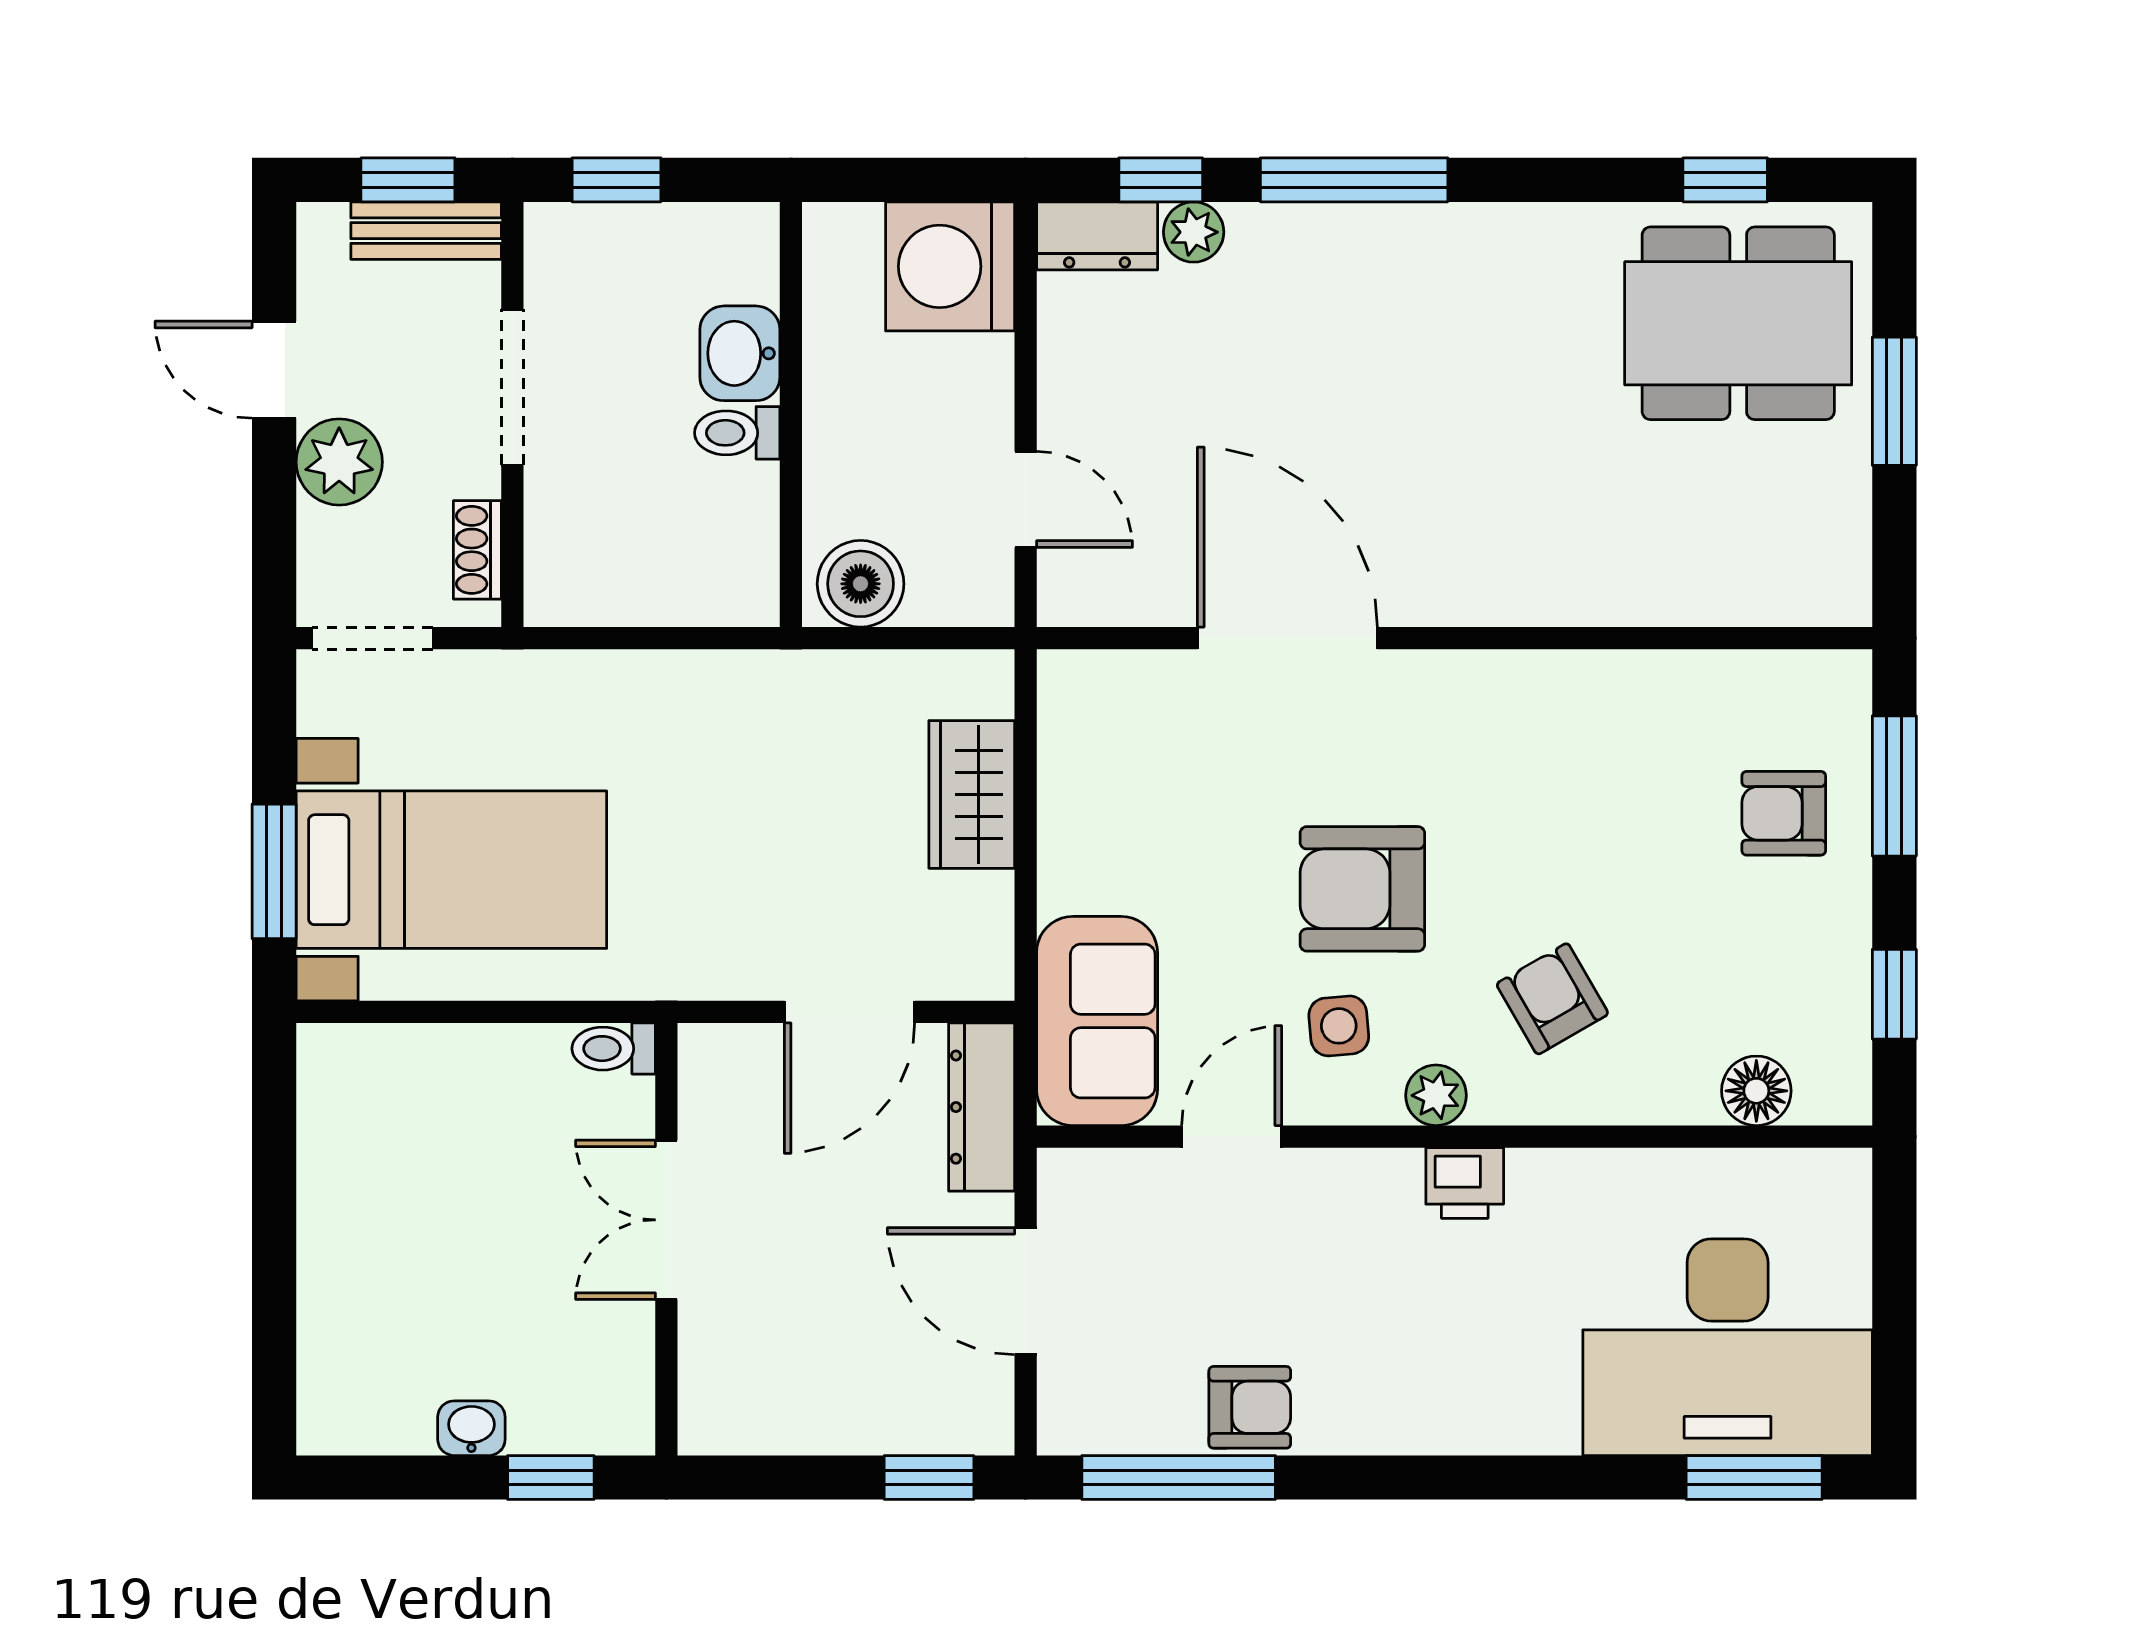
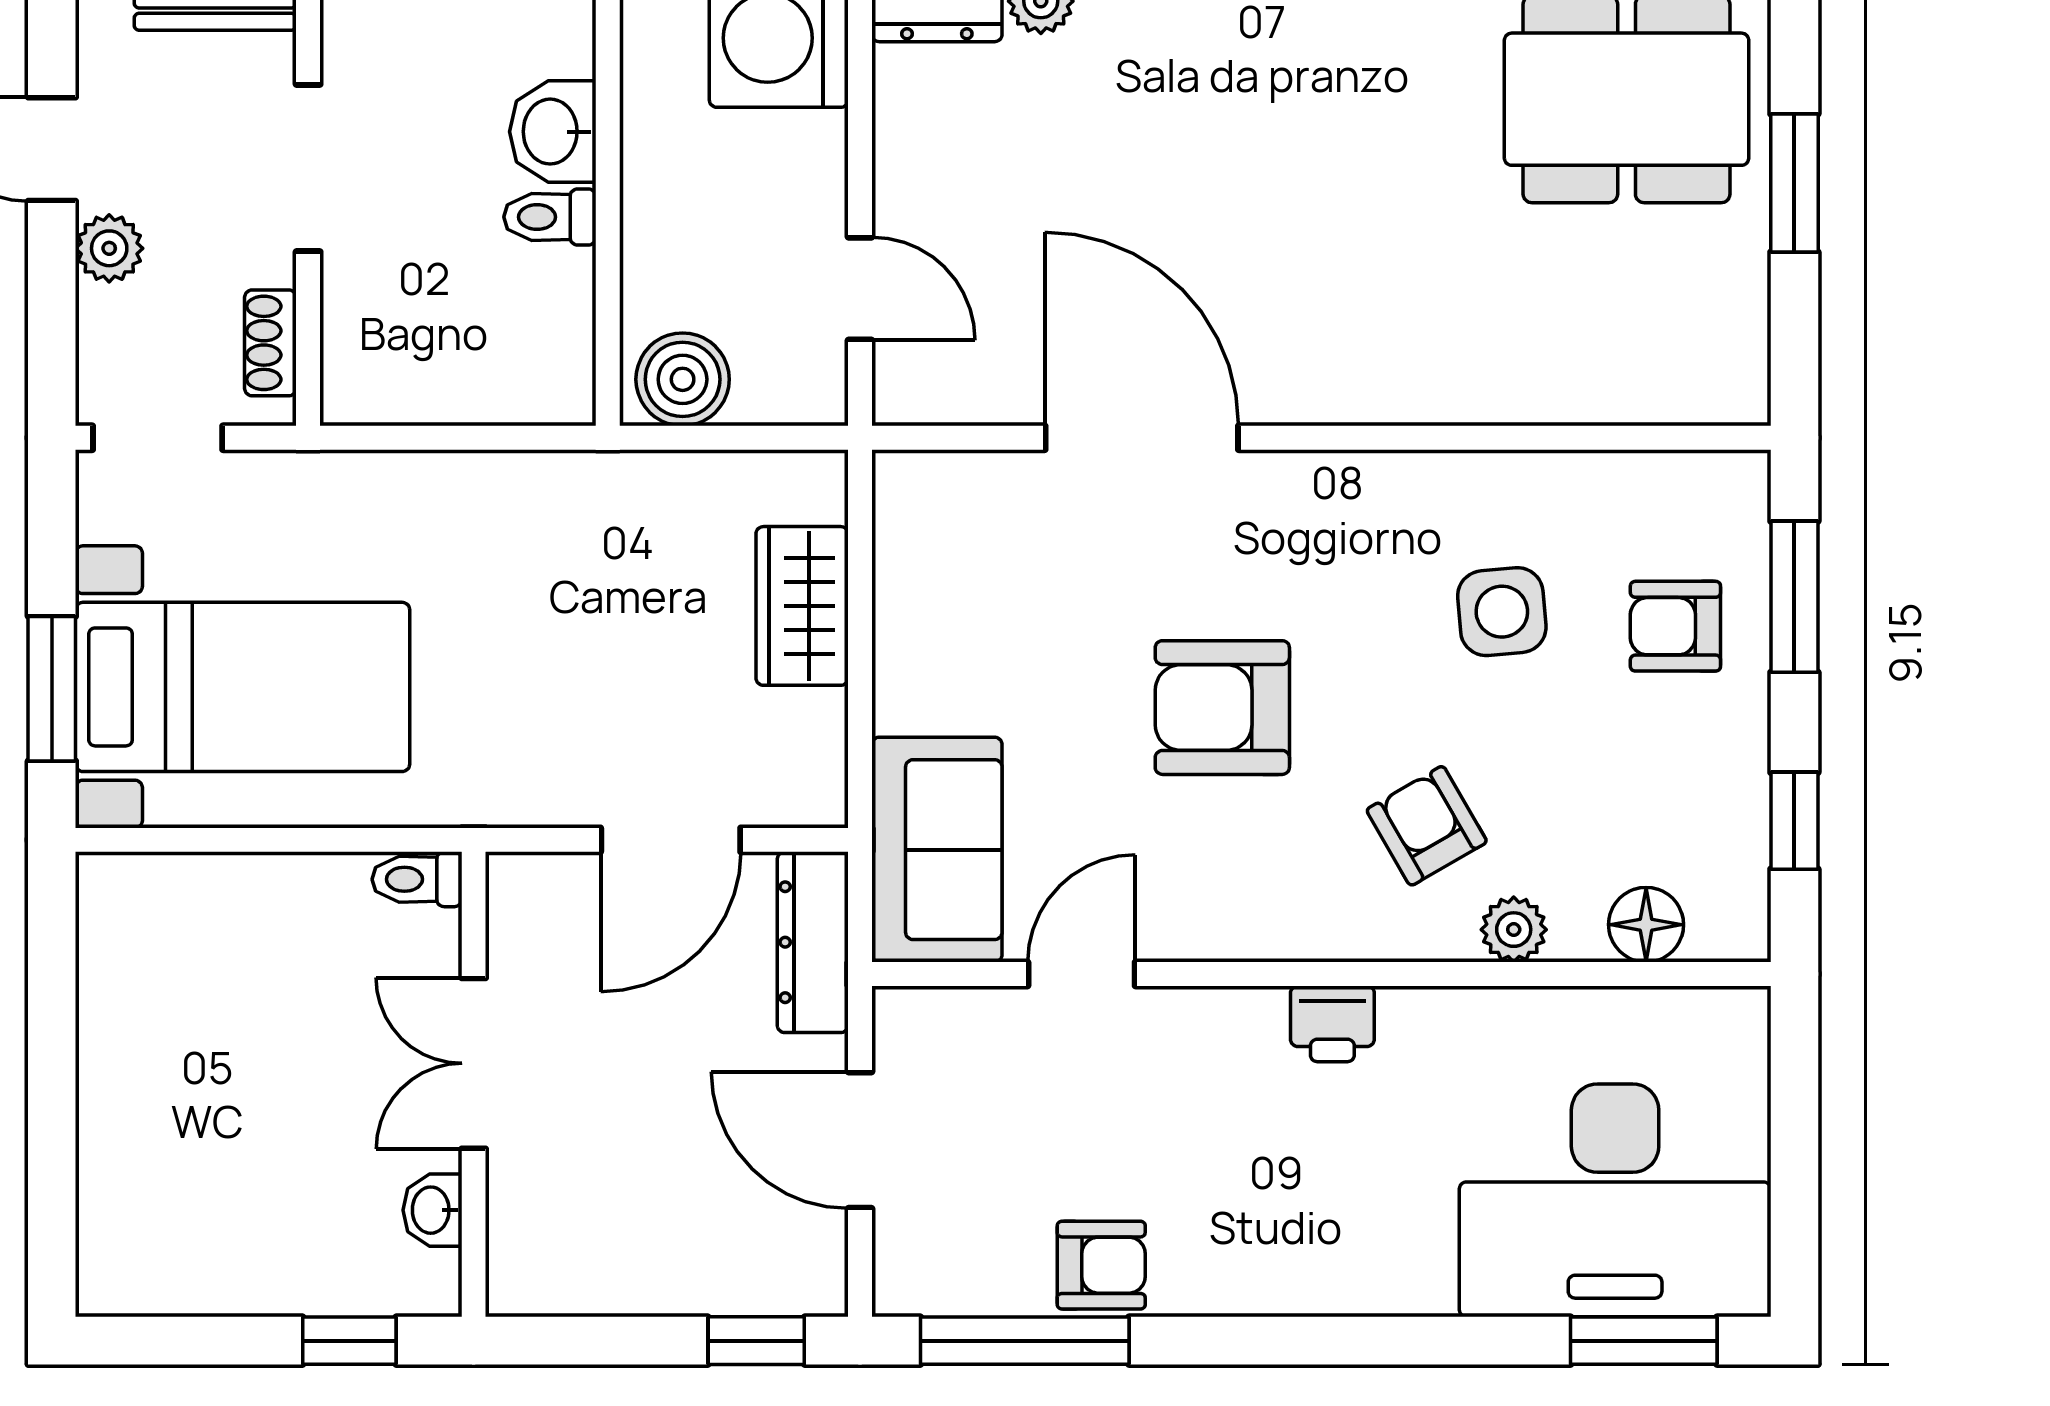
plant: (339, 462) -> (109, 248), width x0.73, depth x0.73
side table: (1339, 1026) -> (1502, 612), moved, width x1.37, depth x1.37
plant: (1436, 1095) -> (1514, 930), moved
washbasin: (471, 1428) -> (432, 1210), moved, turned -90

